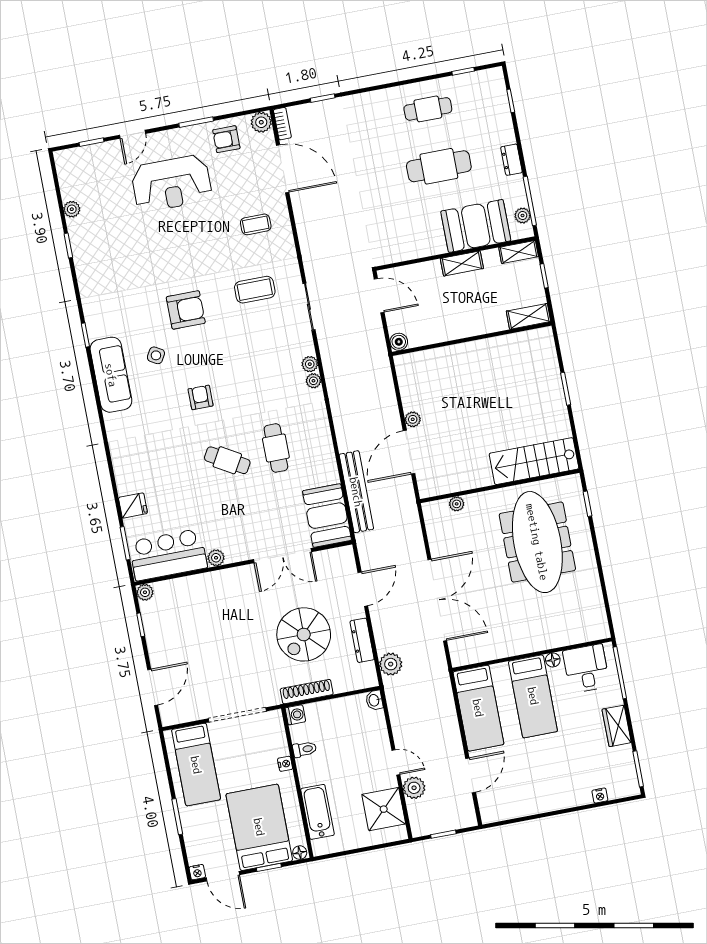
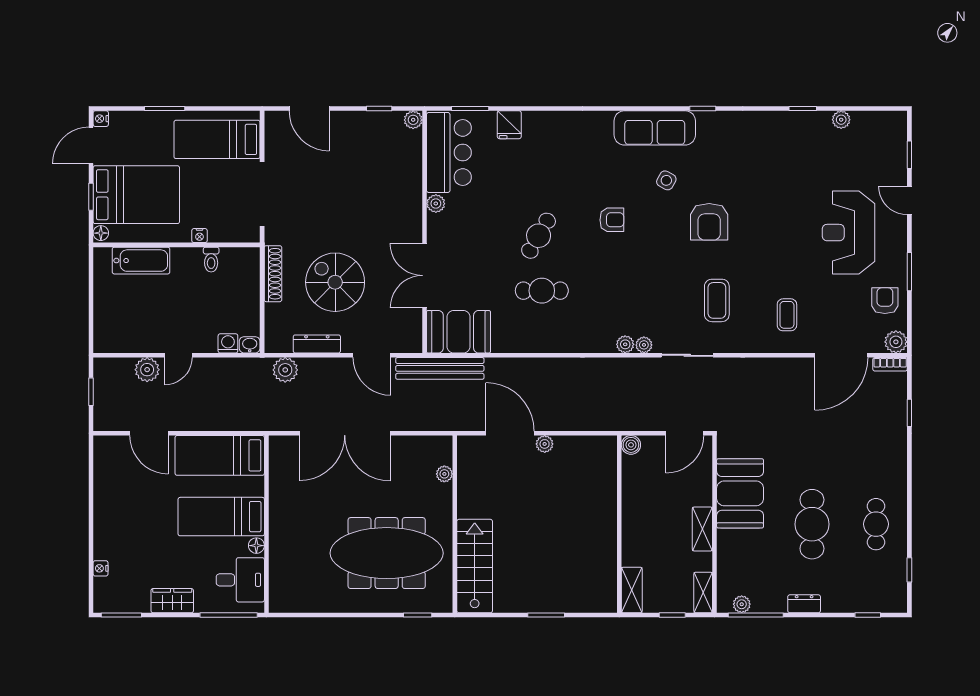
booth: (476, 226) -> (740, 493), moved
plant: (313, 381) -> (644, 345), moved
bench: (356, 492) -> (440, 368), moved
washing machine: (295, 715) -> (228, 343), moved, turned 180
shower: (384, 809) -> (130, 333), removed

